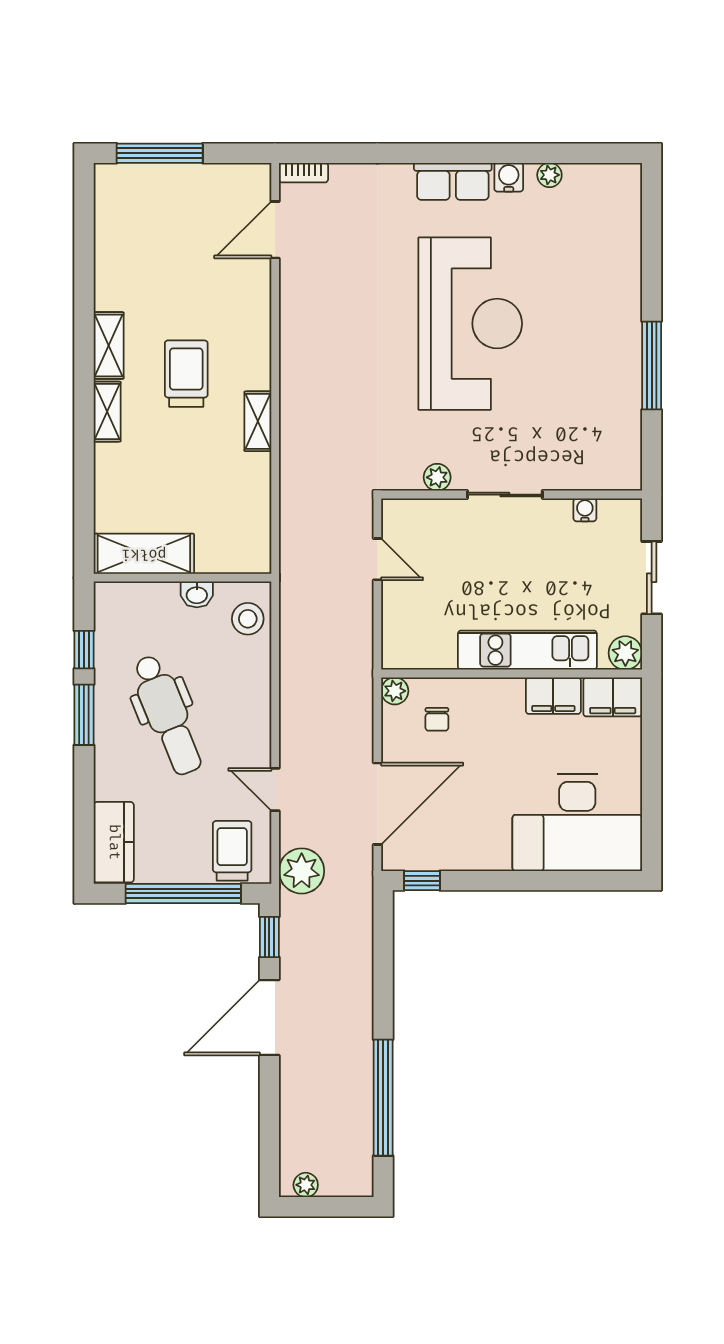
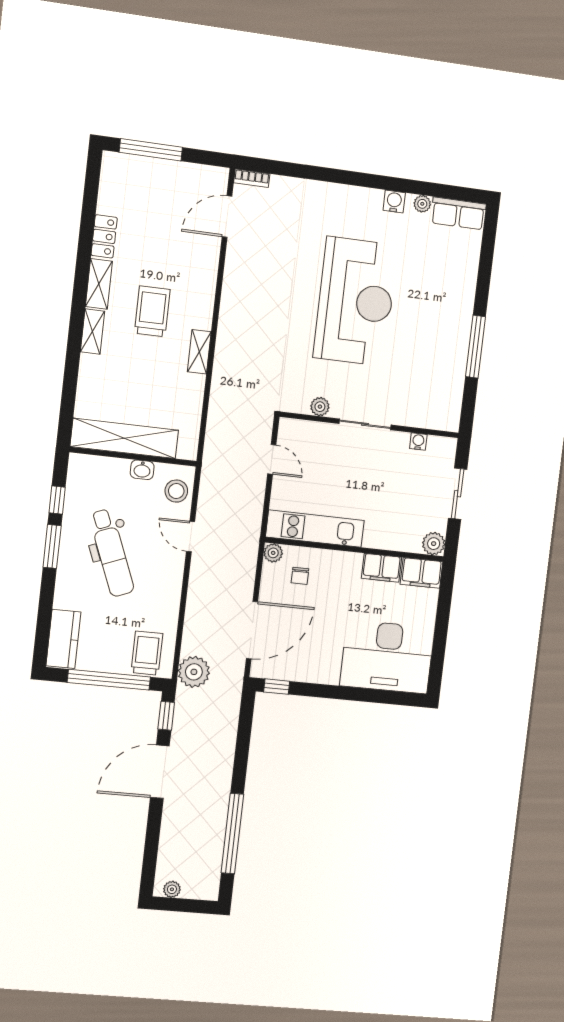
row of seats: (453, 181) -> (458, 213), moved
locker: (109, 280) -> (104, 236), added
shelving: (144, 554) -> (124, 438), width x1.47
kitchen unit: (527, 650) -> (315, 529), moved
door: (275, 789) -> (191, 537), moved

